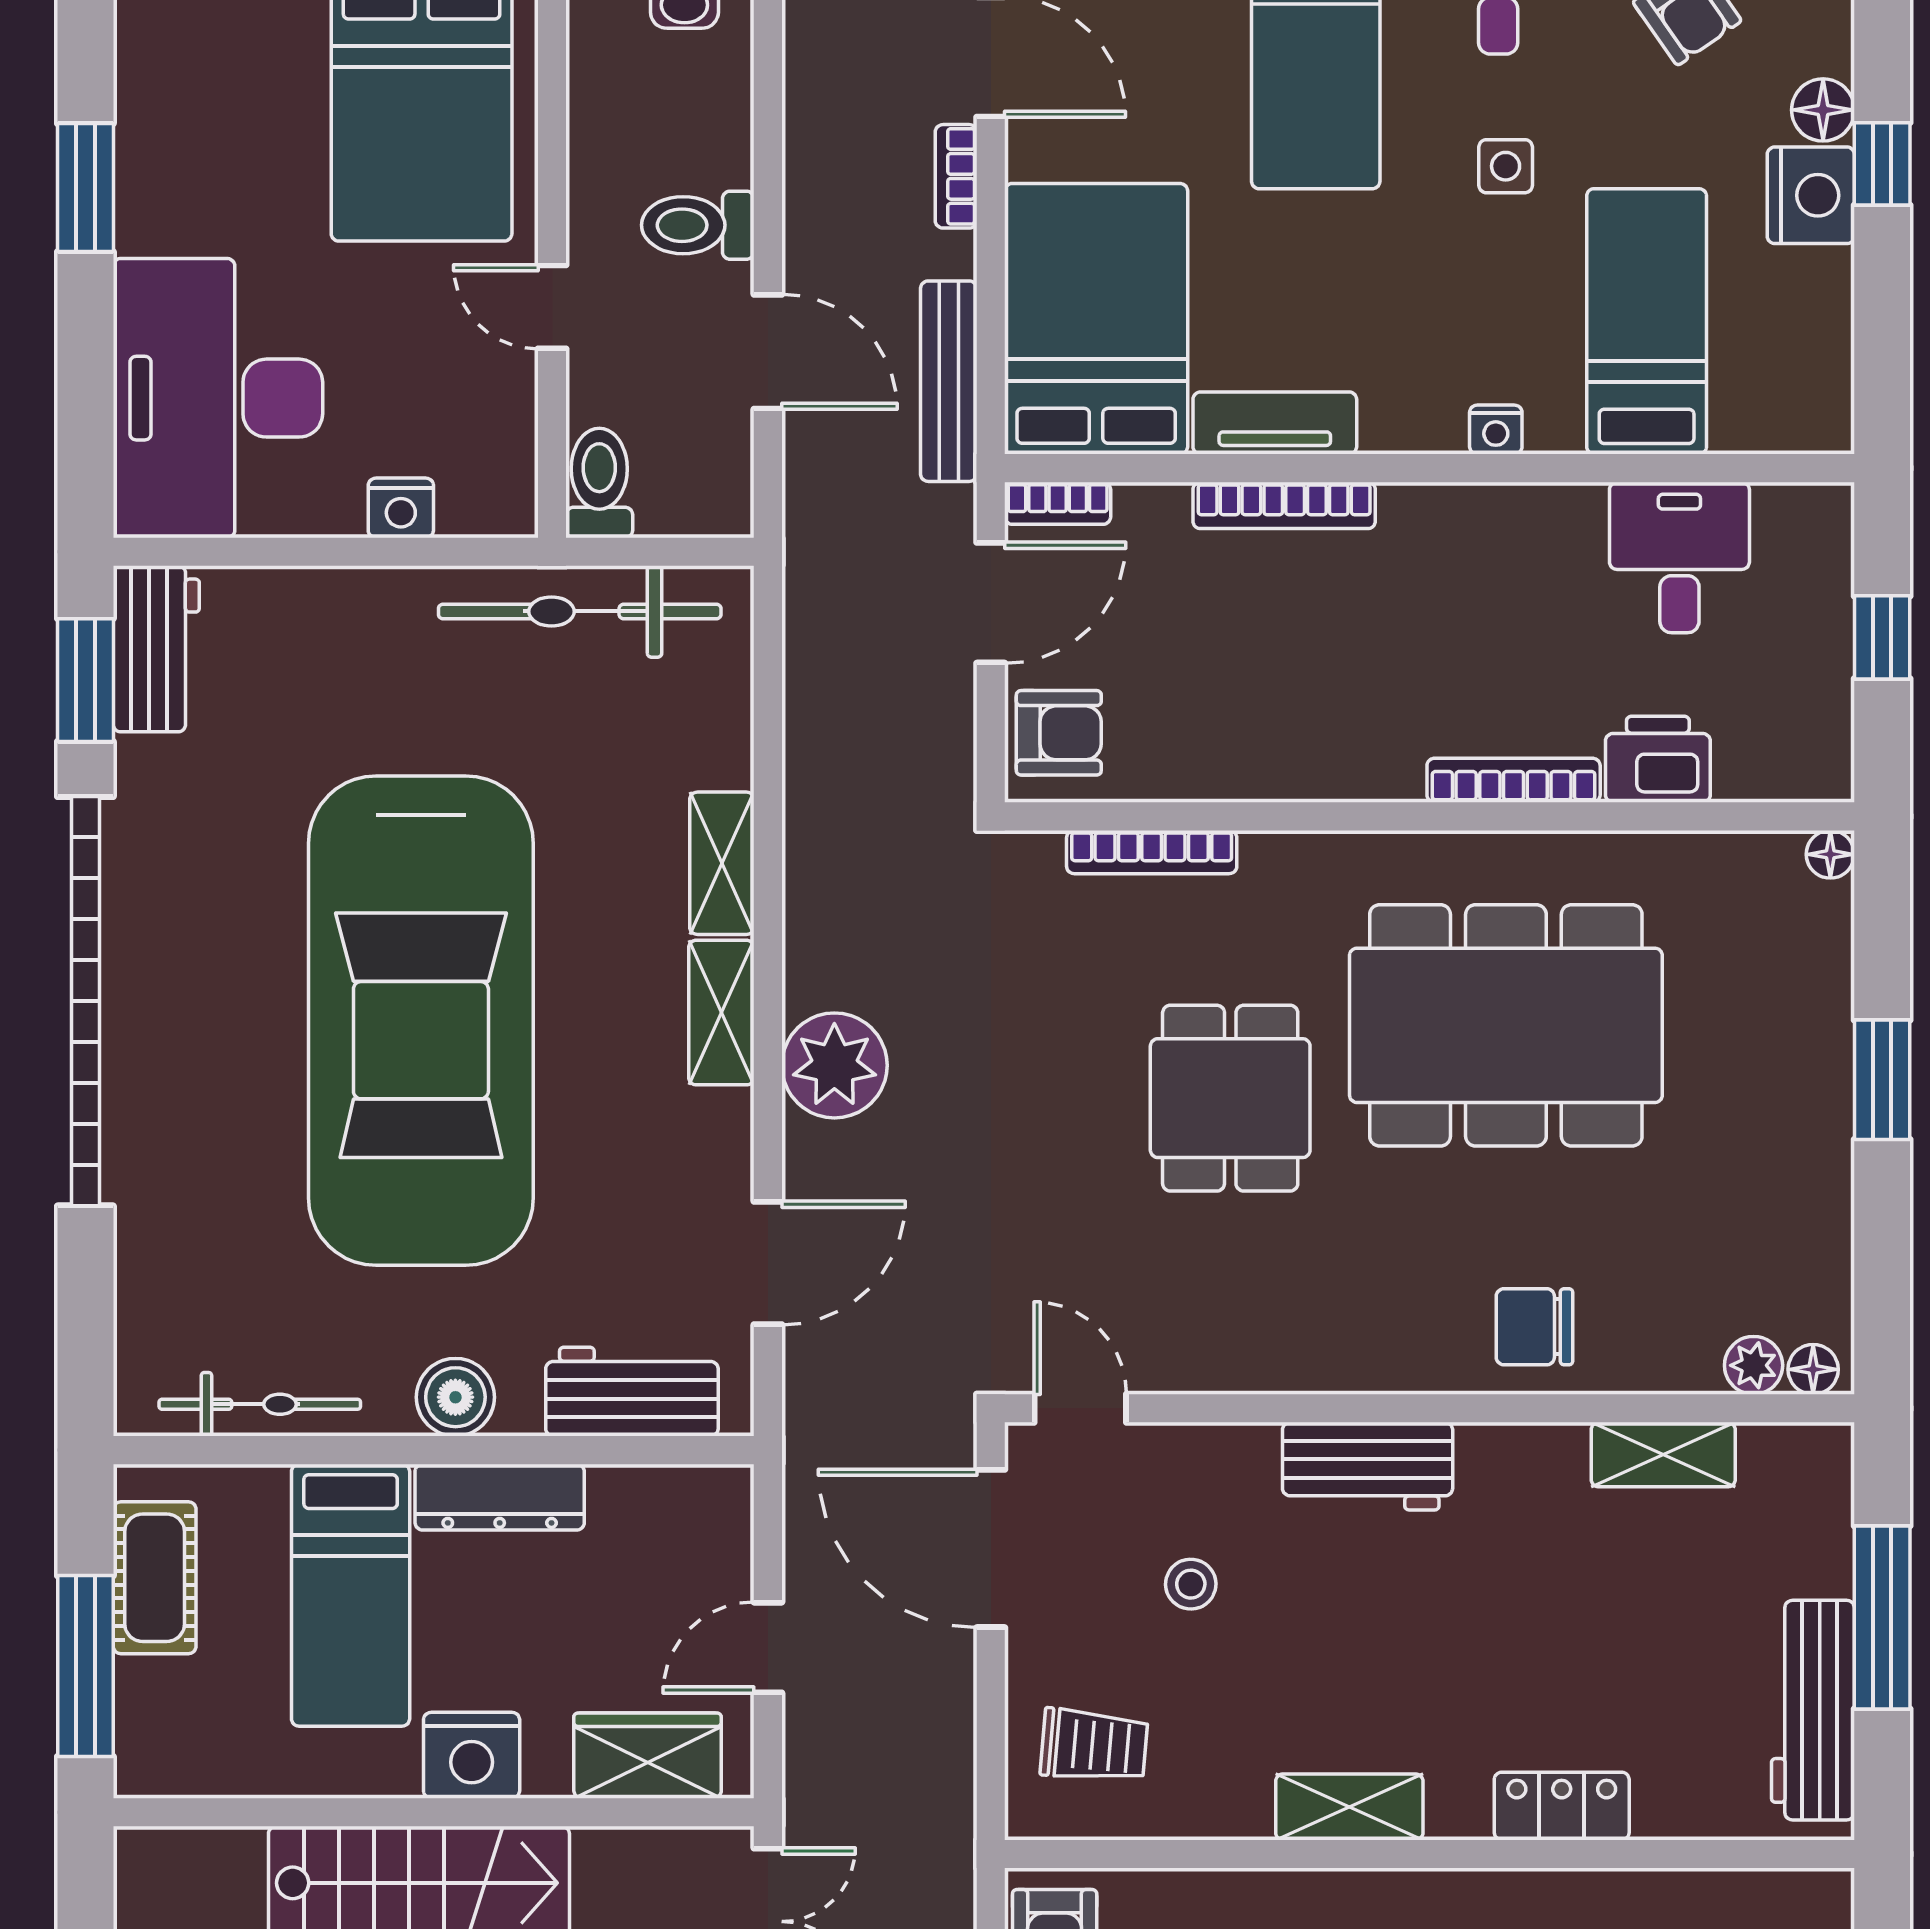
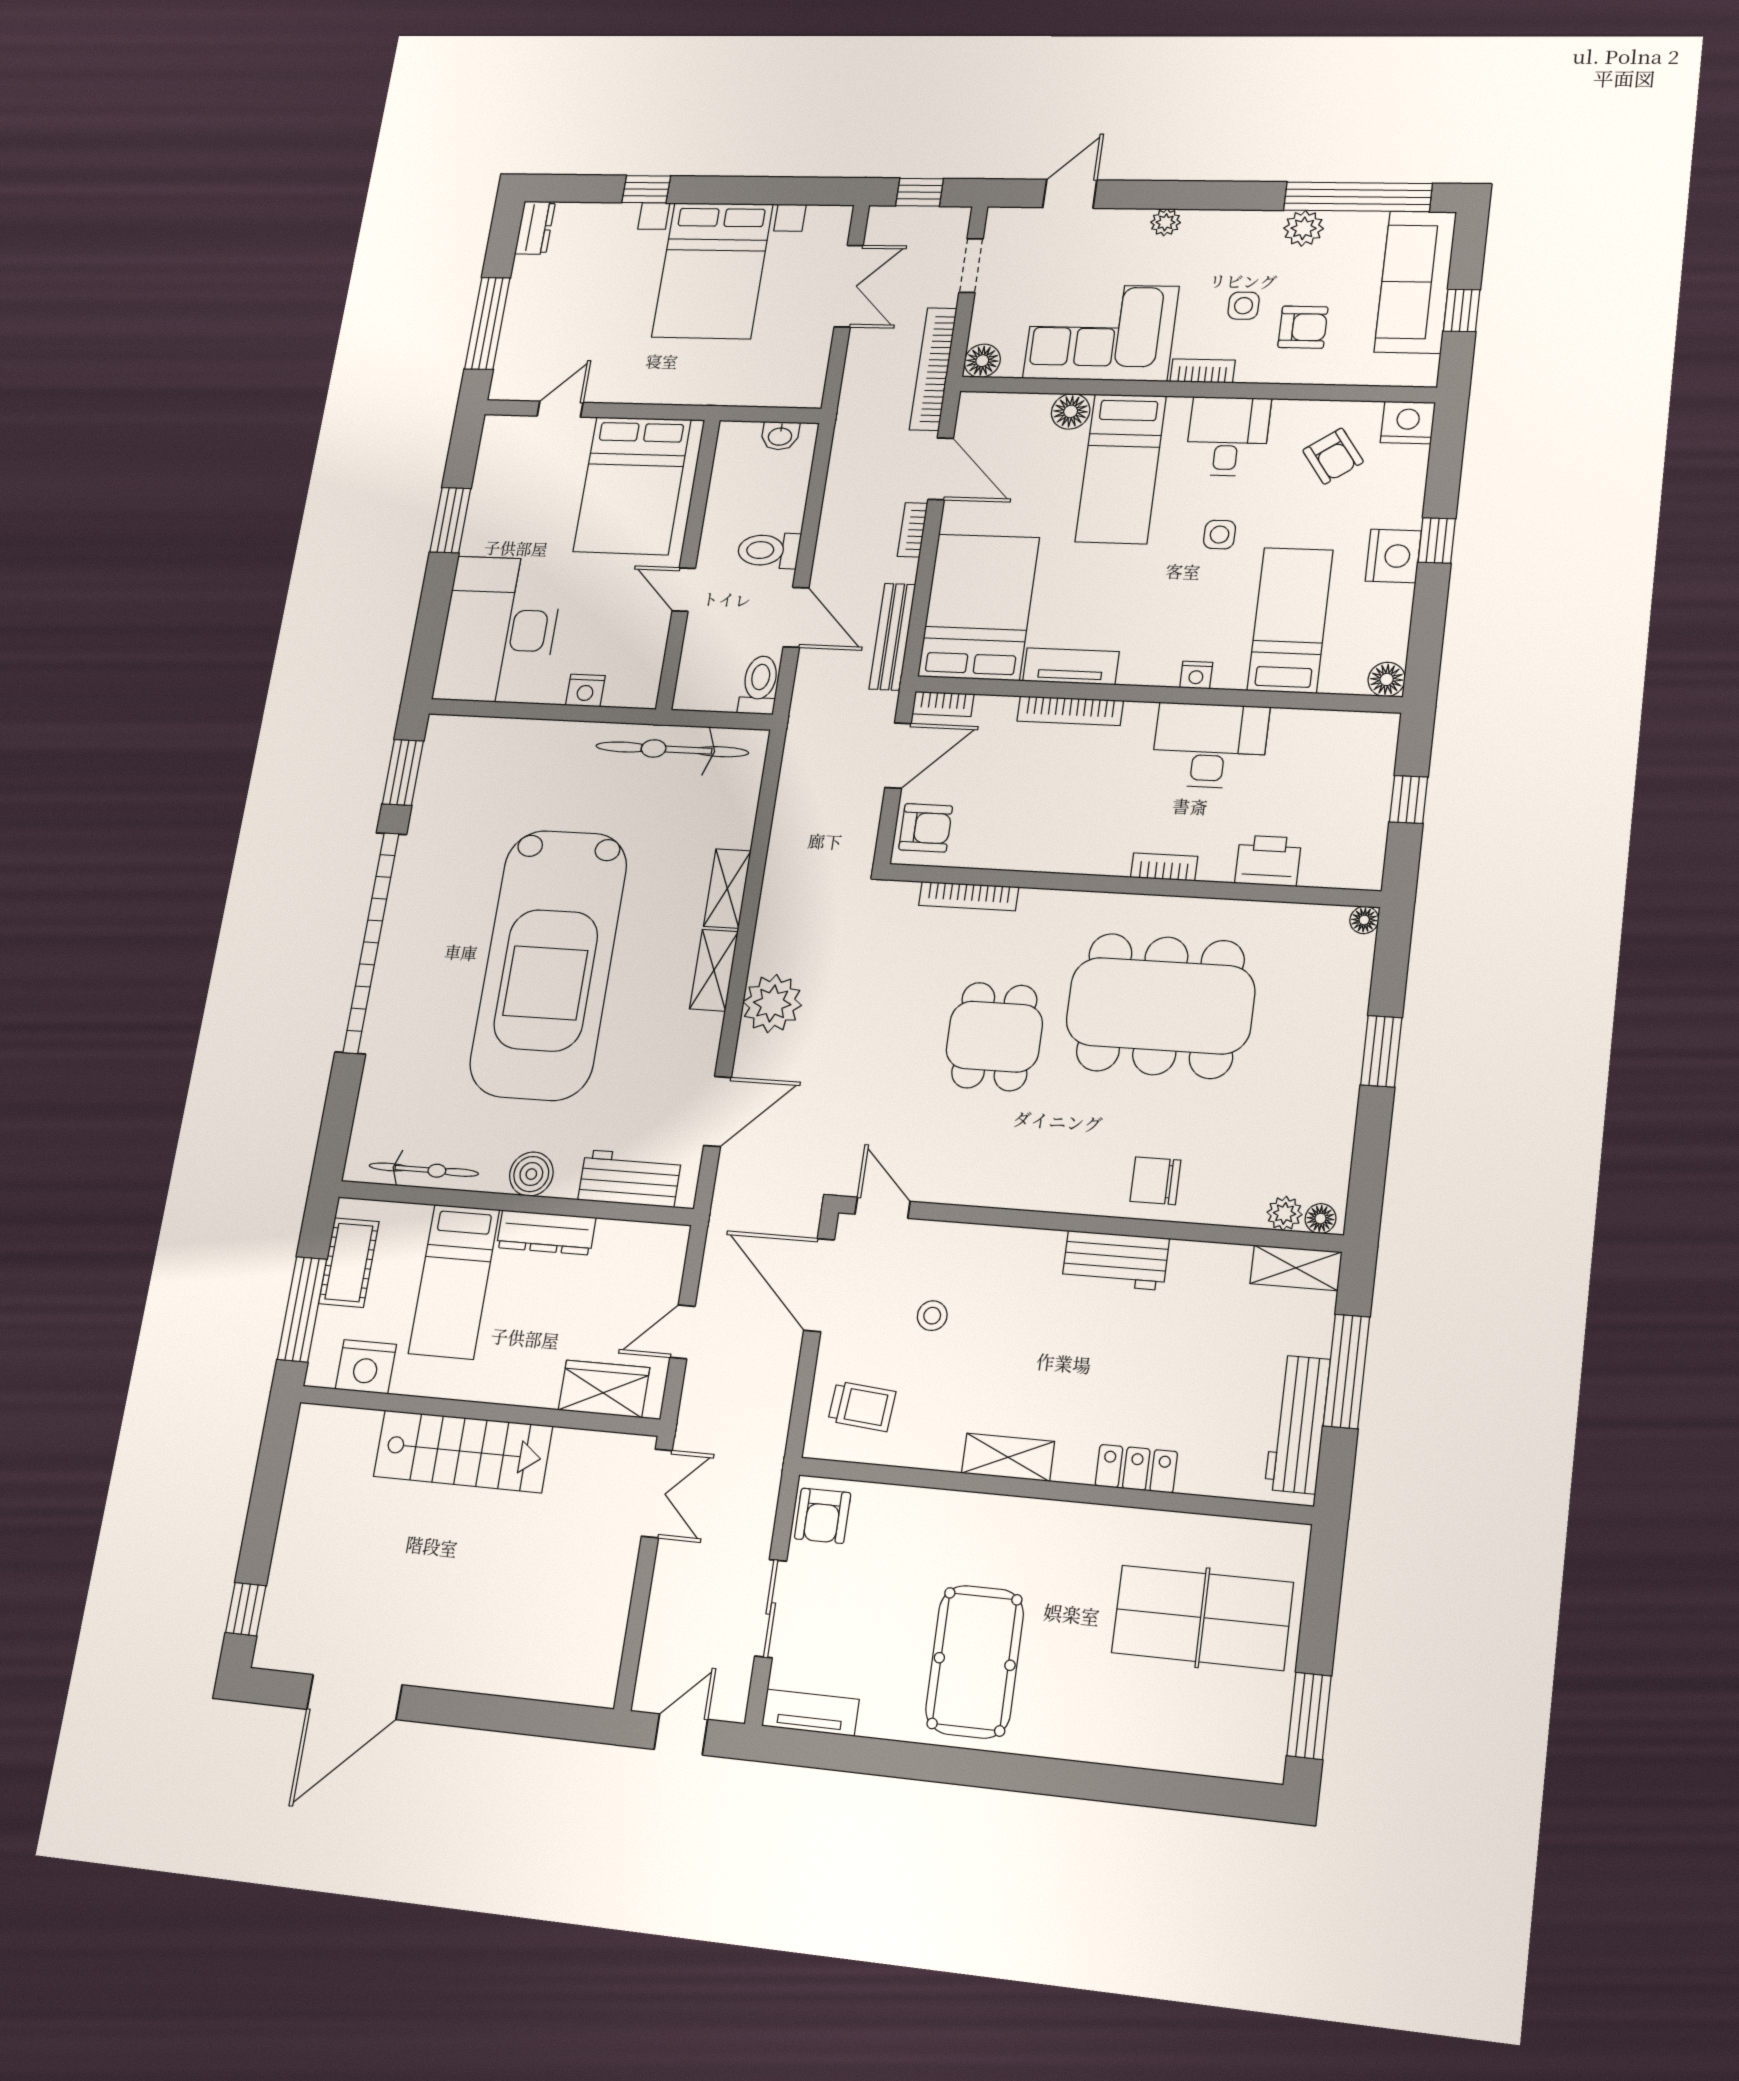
floor lamp: (1823, 110) -> (1387, 679), moved
toilet: (599, 483) -> (759, 685), moved
desk: (1679, 557) -> (1210, 746), moved, width x1.37
workbench: (156, 649) -> (443, 758), removed
bookcase: (1514, 780) -> (1164, 867), width x0.64
shelving: (1663, 1455) -> (1296, 1268), moved
workbench: (1368, 1466) -> (1115, 1260), moved
nightstand: (472, 1755) -> (366, 1367), moved

